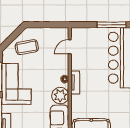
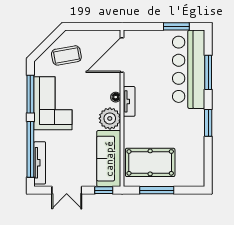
window: (112, 25) -> (176, 26), width x0.69
door: (70, 47) -> (122, 55), width x1.88

